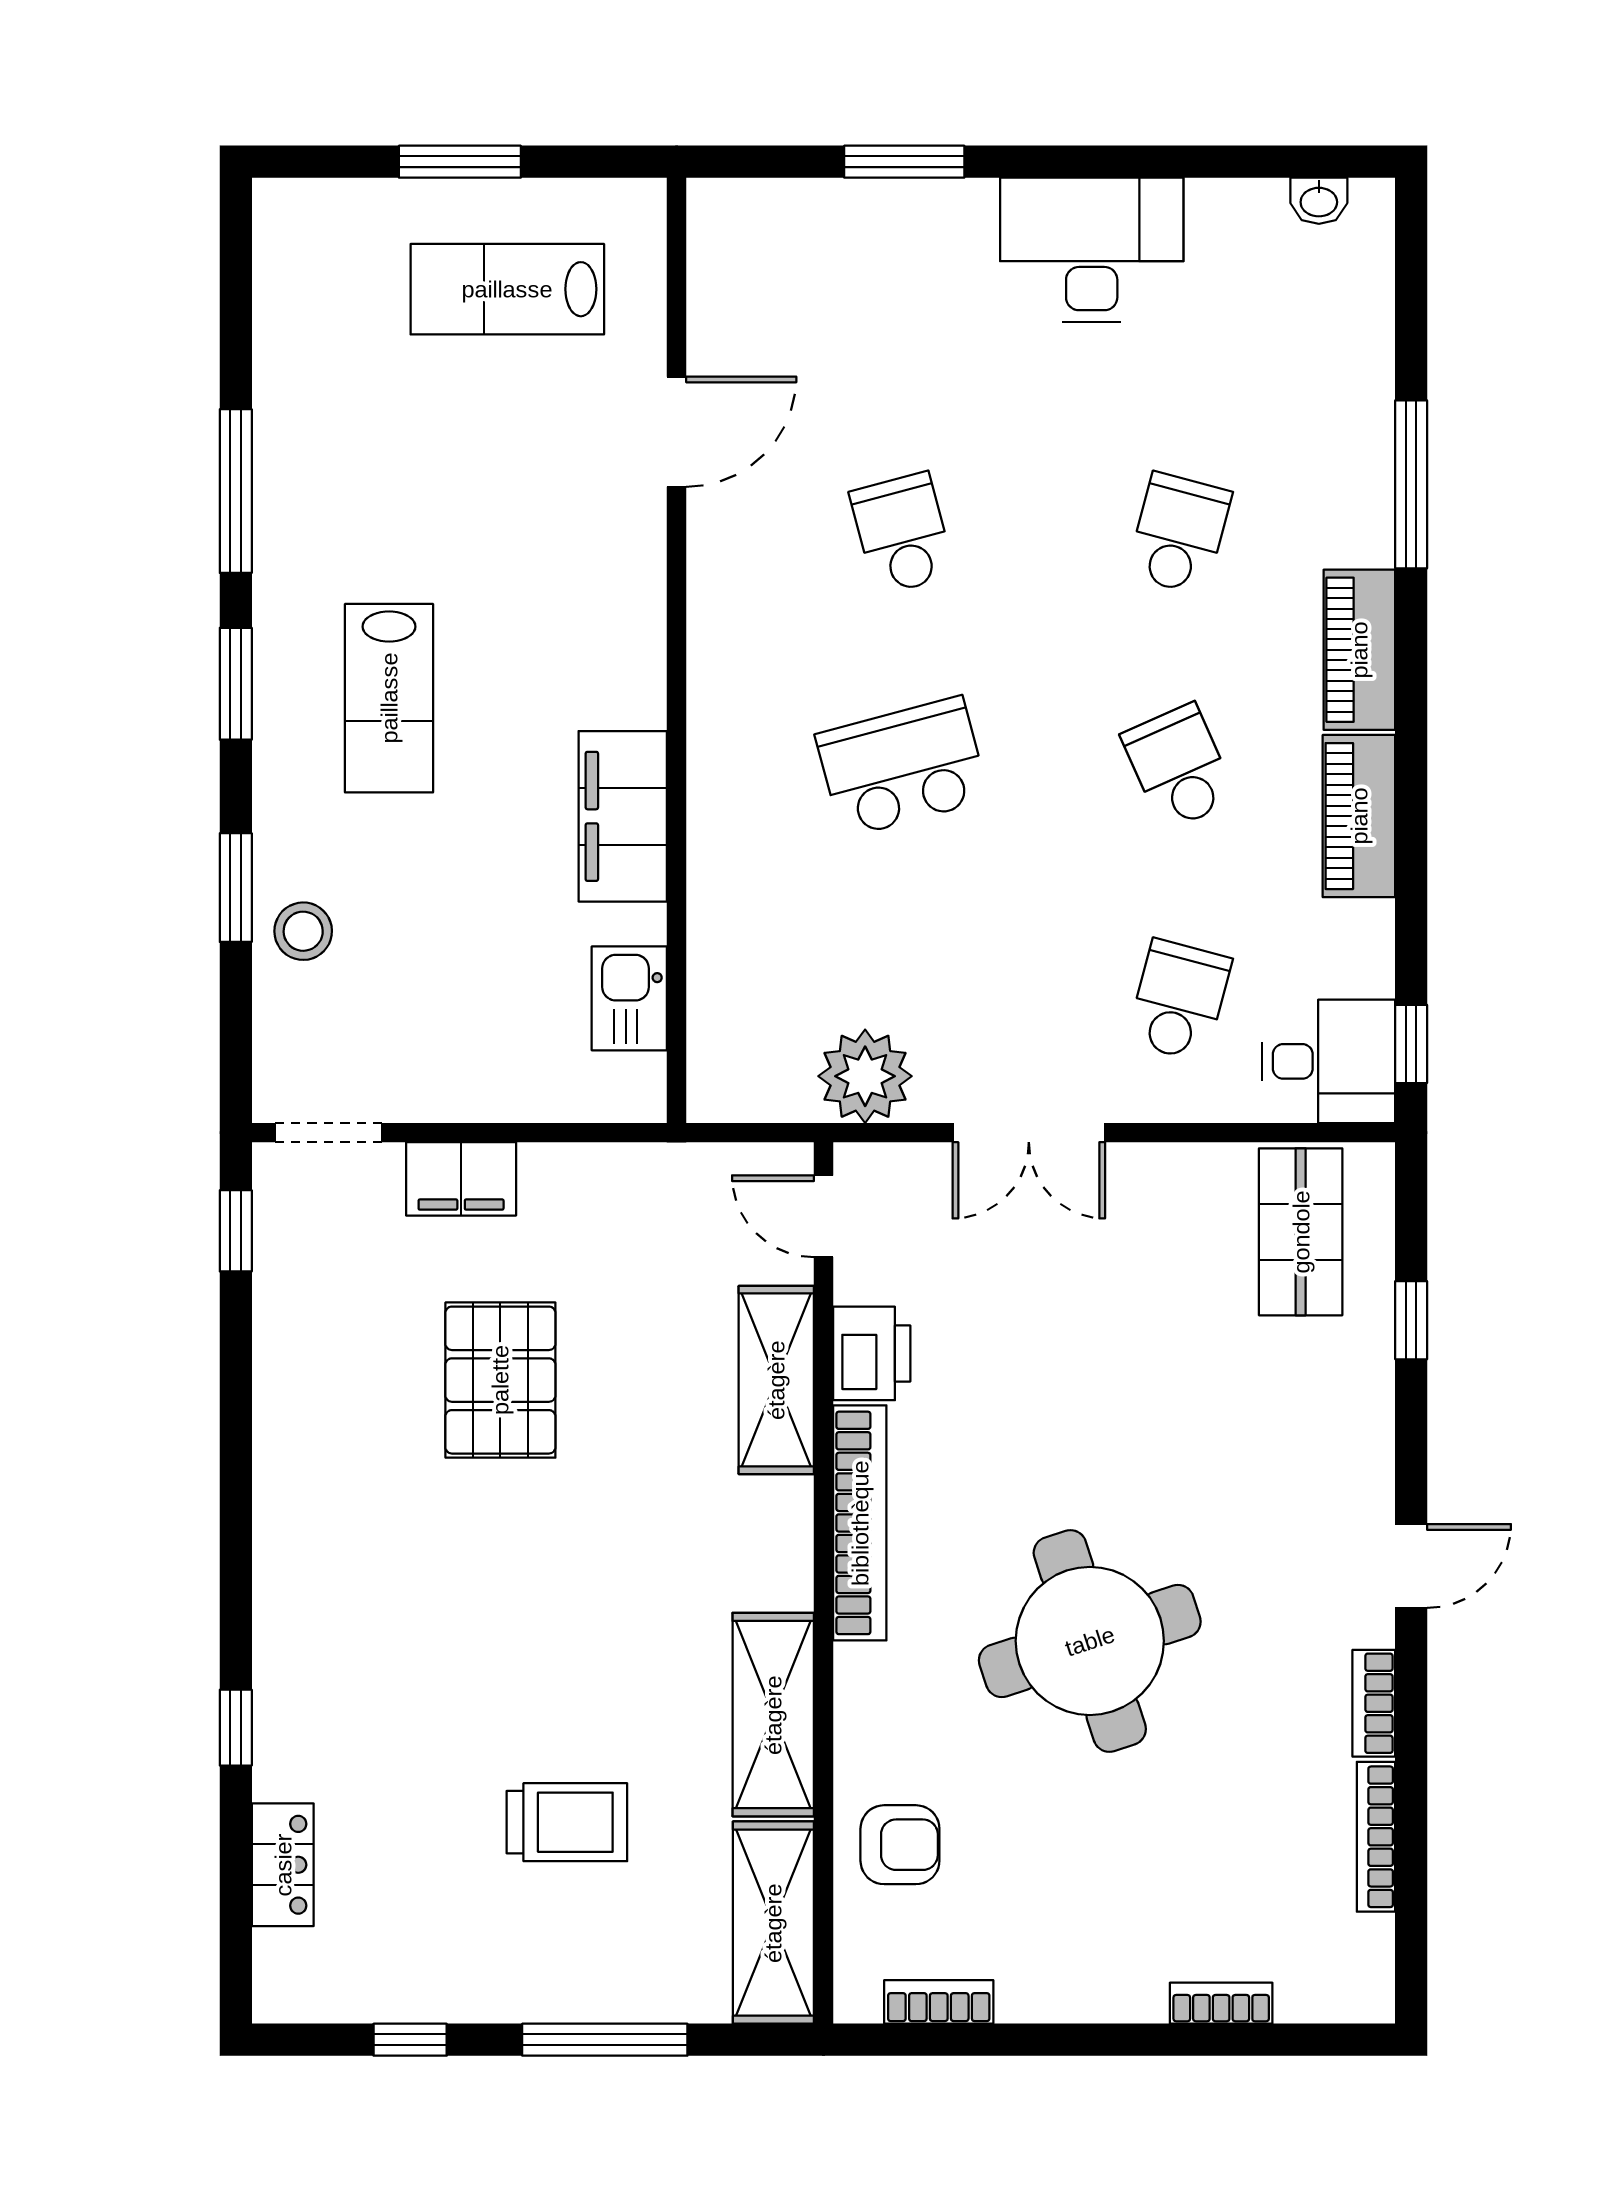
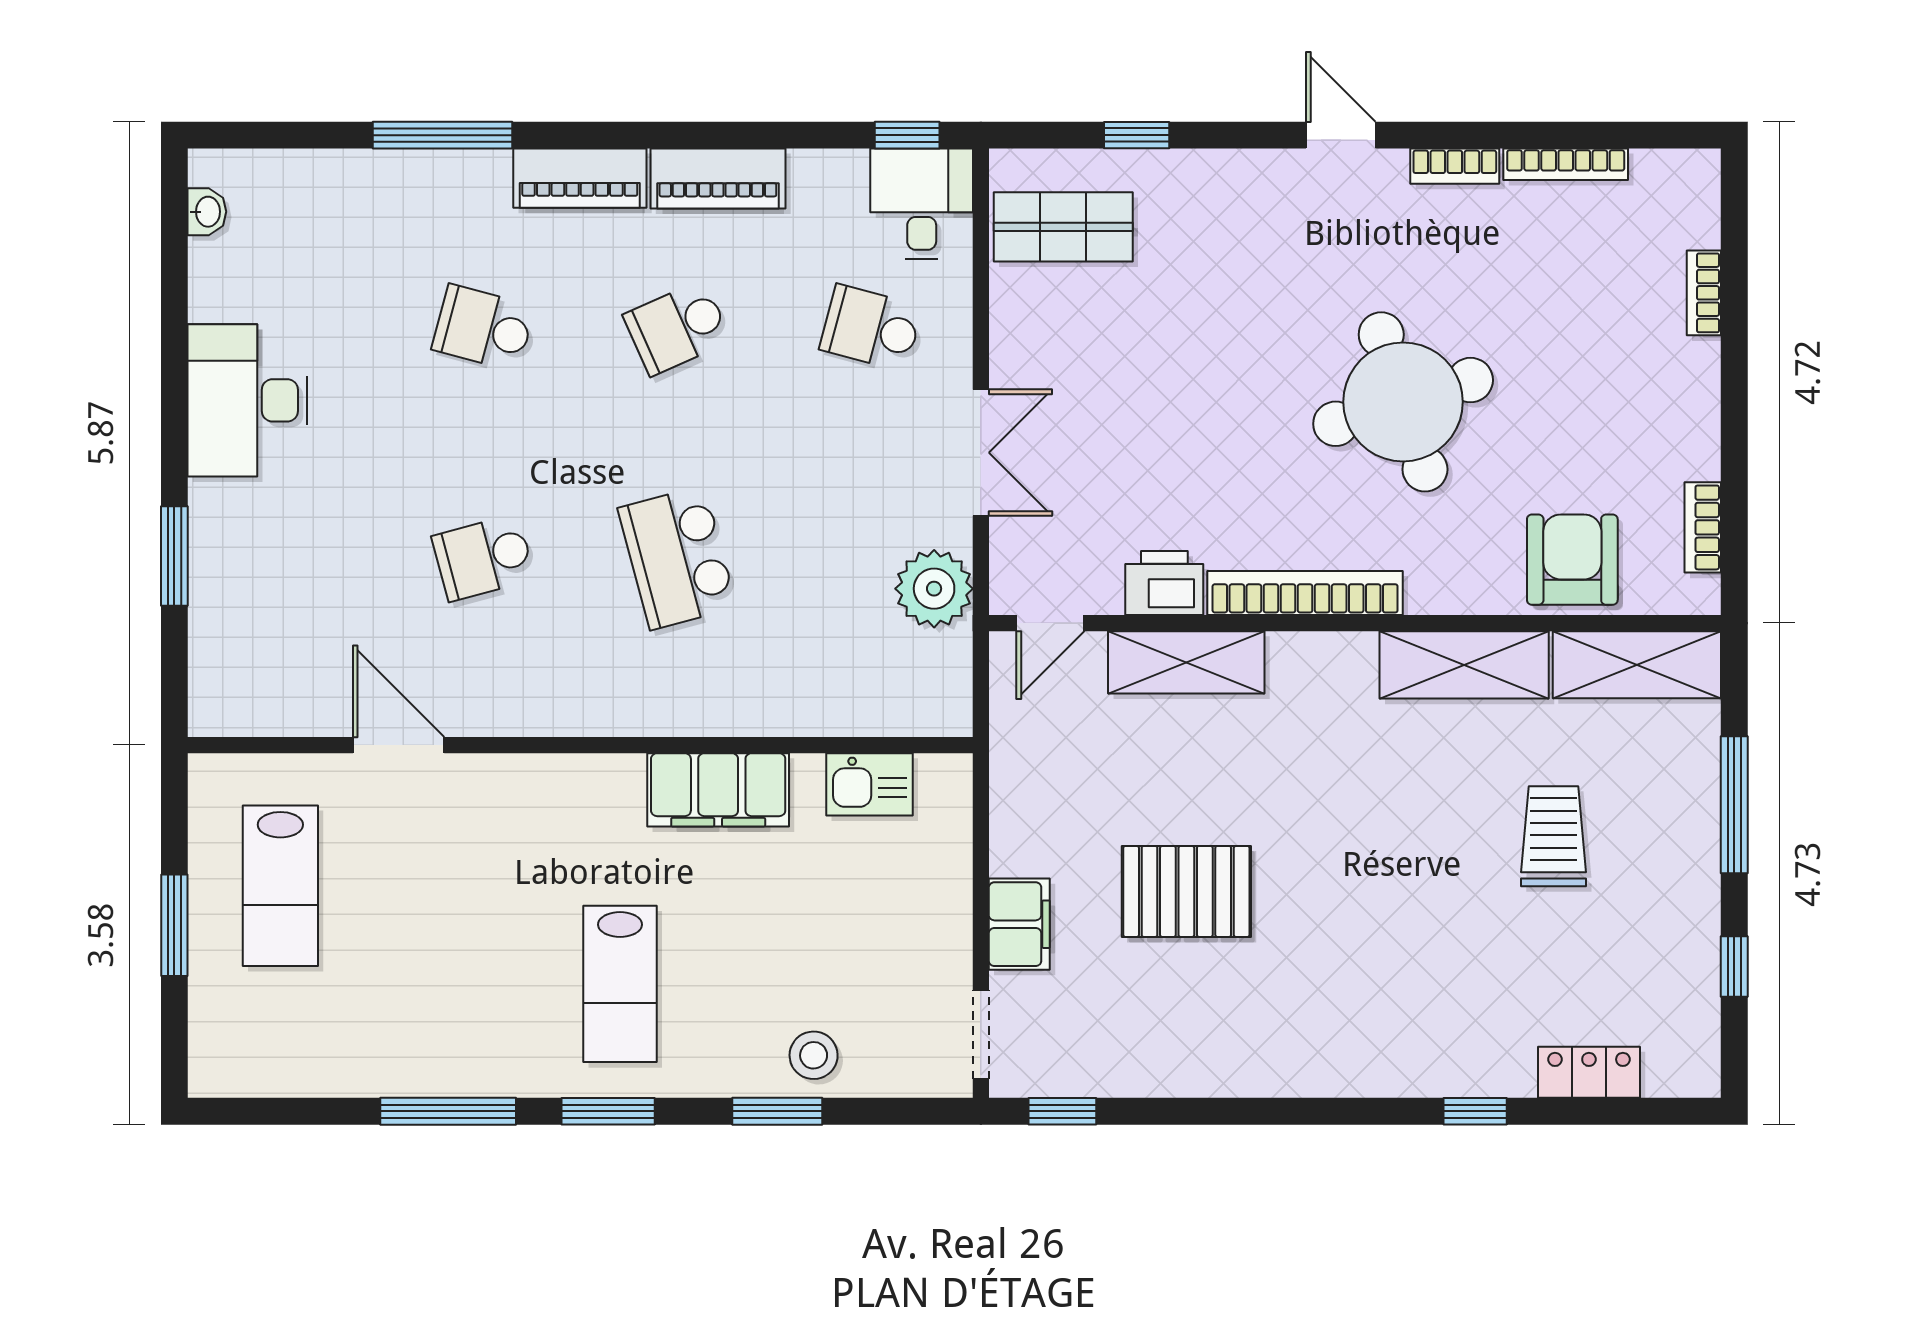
lab bench: (389, 698) -> (620, 984), turned 90
armchair: (900, 1845) -> (1572, 560), width x1.38, depth x1.38

